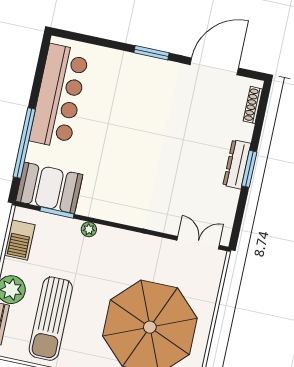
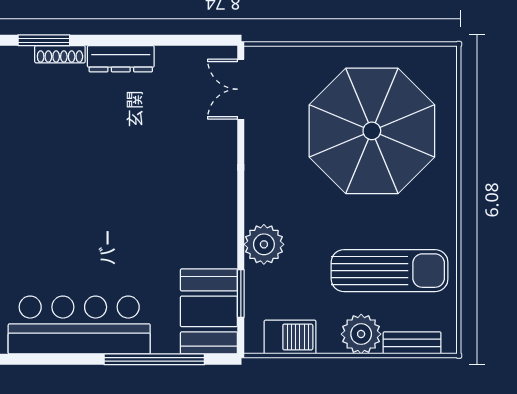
shoe rack: (253, 105) -> (60, 54), moved
window: (249, 169) -> (44, 40), moved
plant: (89, 229) -> (264, 244), width x1.87, depth x1.87

